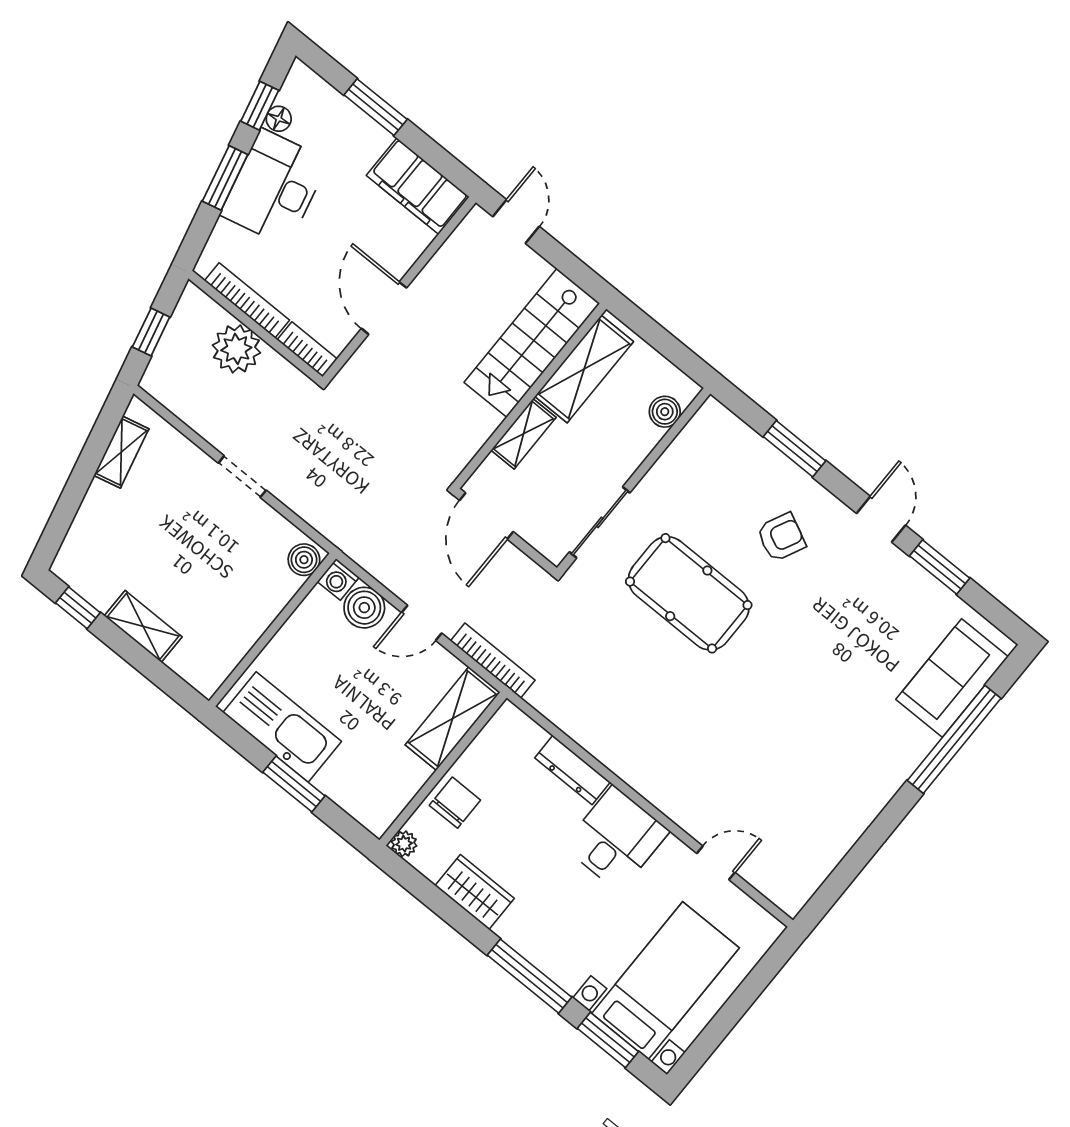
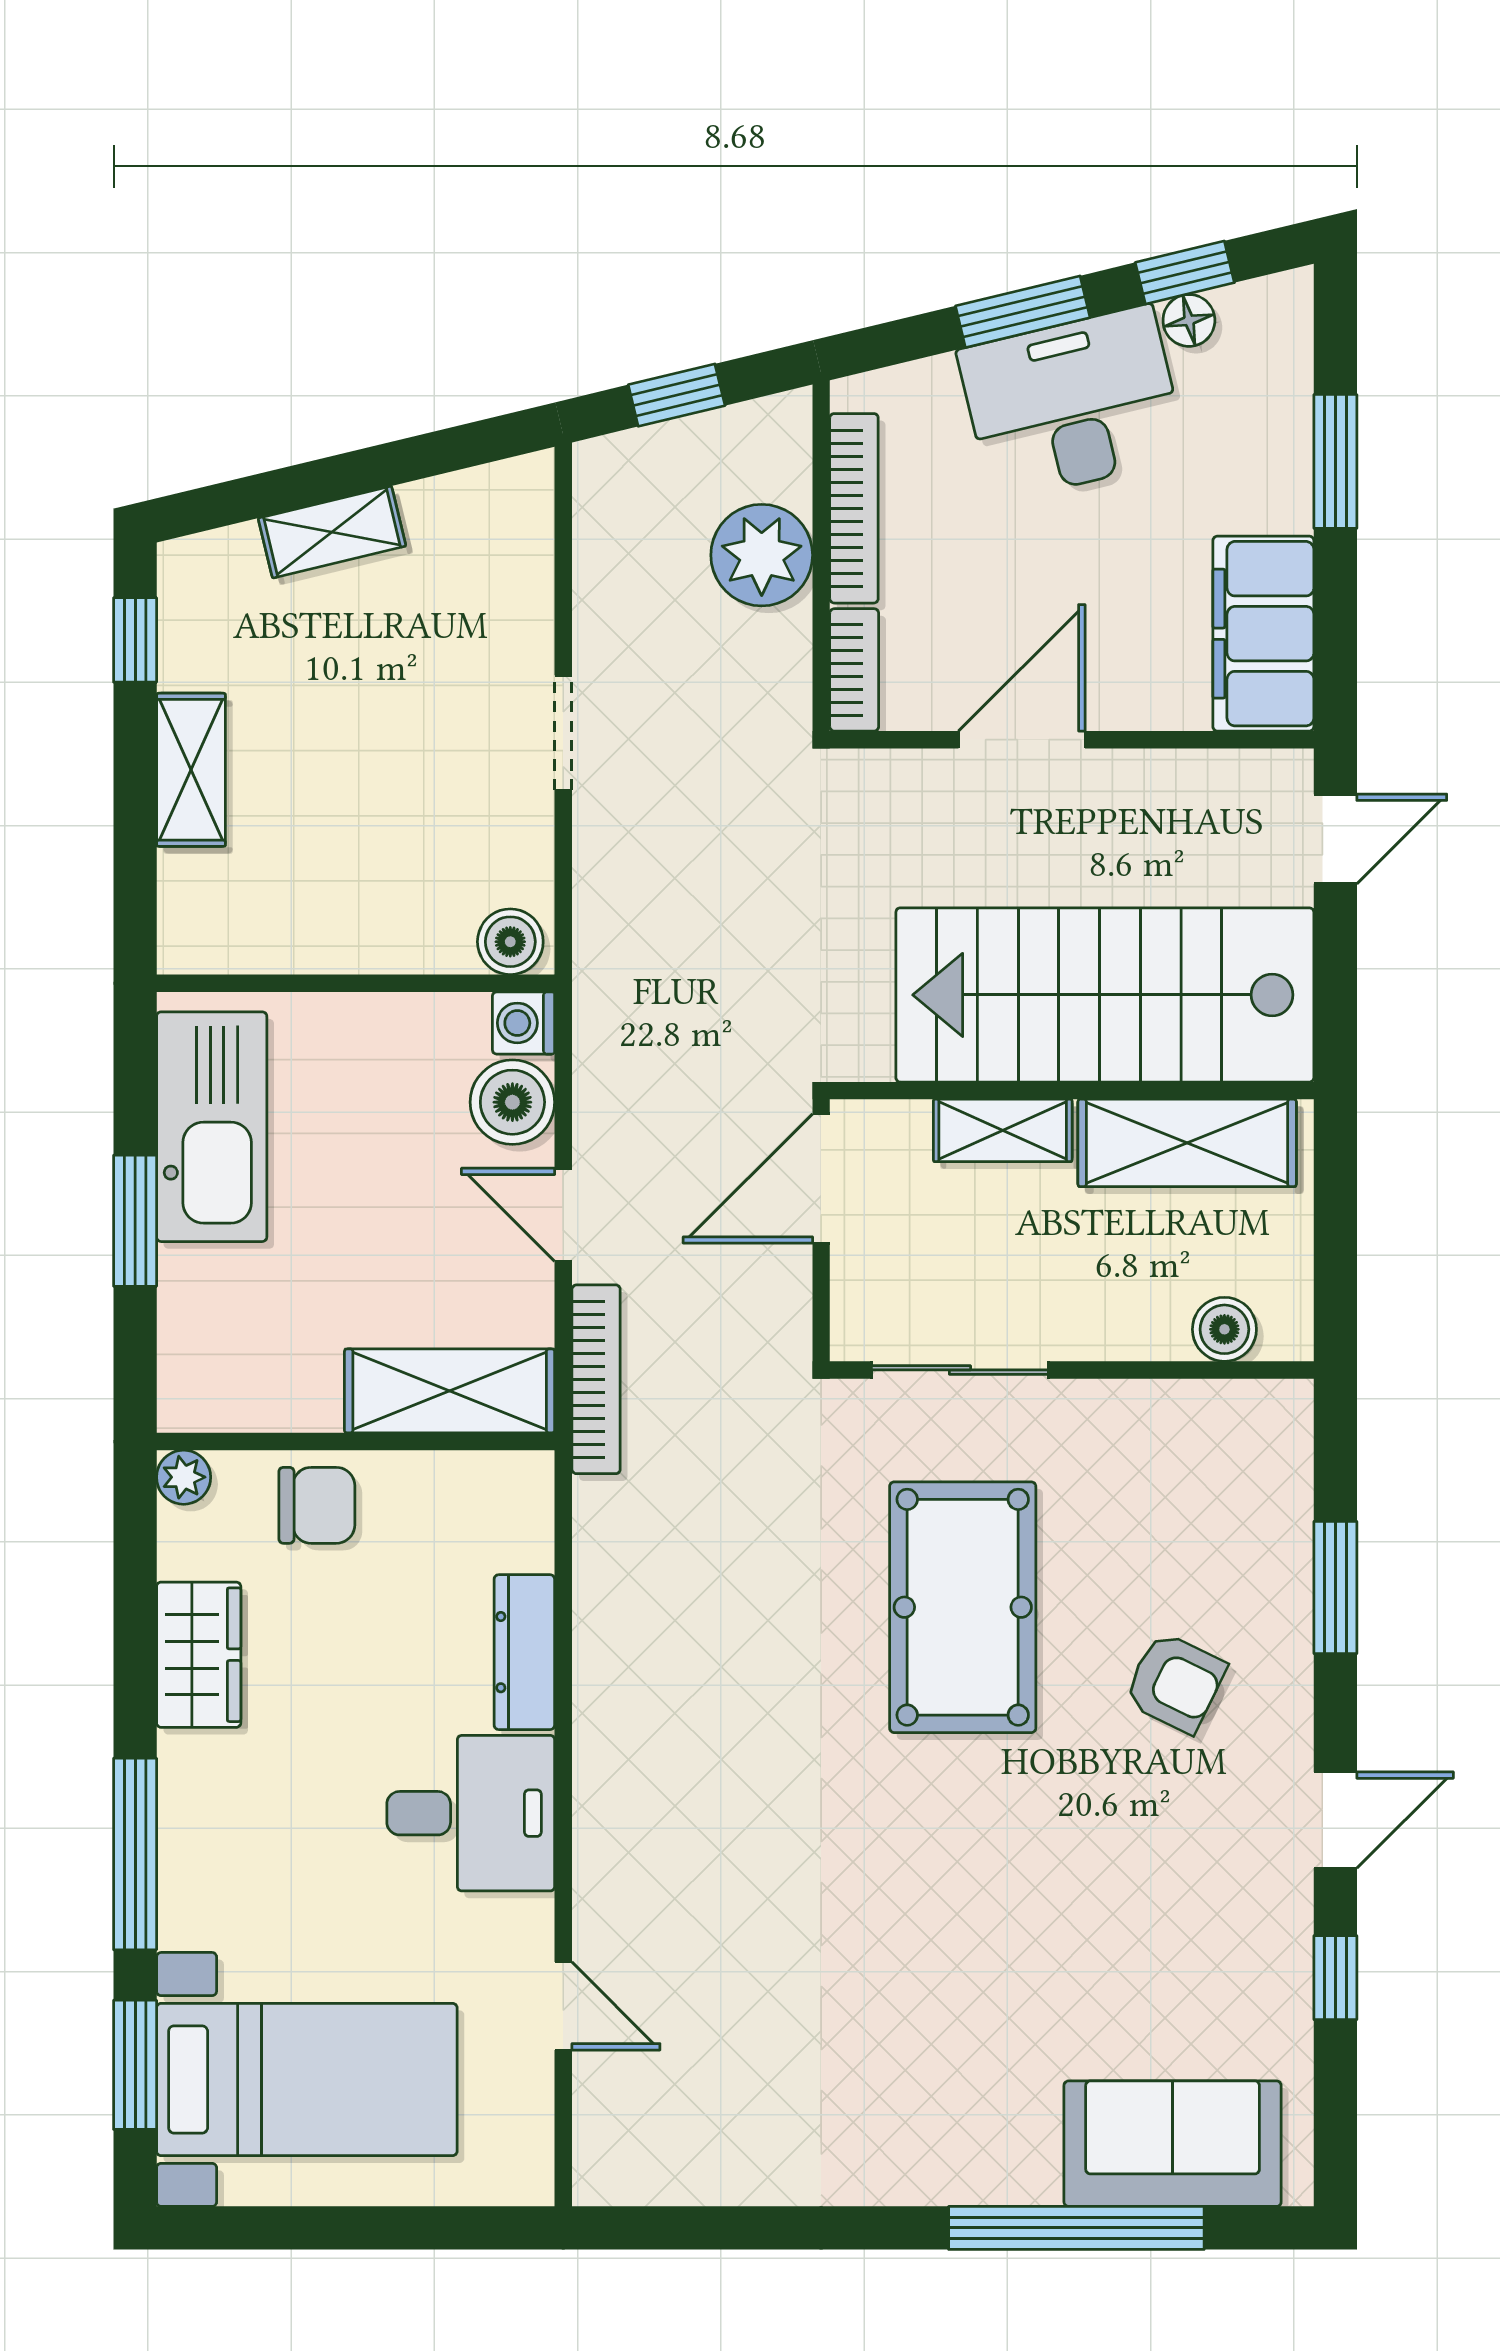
stairs: (532, 343) -> (1105, 995), width x1.36, depth x1.51
shelving: (121, 452) -> (332, 532), moved
window: (940, 567) -> (1335, 1978), width x0.67

